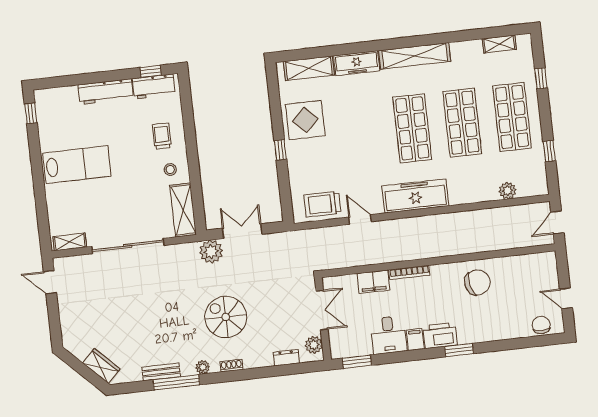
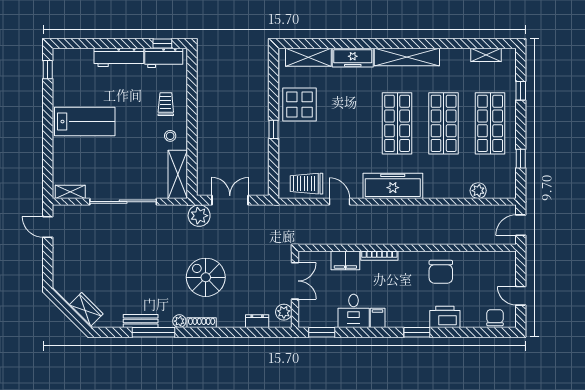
chair: (477, 282) -> (441, 272), turned 103
printer: (440, 336) -> (445, 317), moved
shoe rack: (231, 366) -> (202, 323), width x1.43

